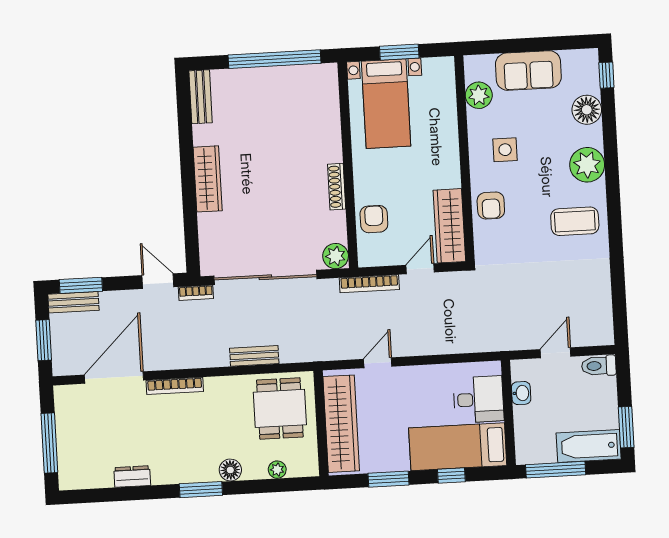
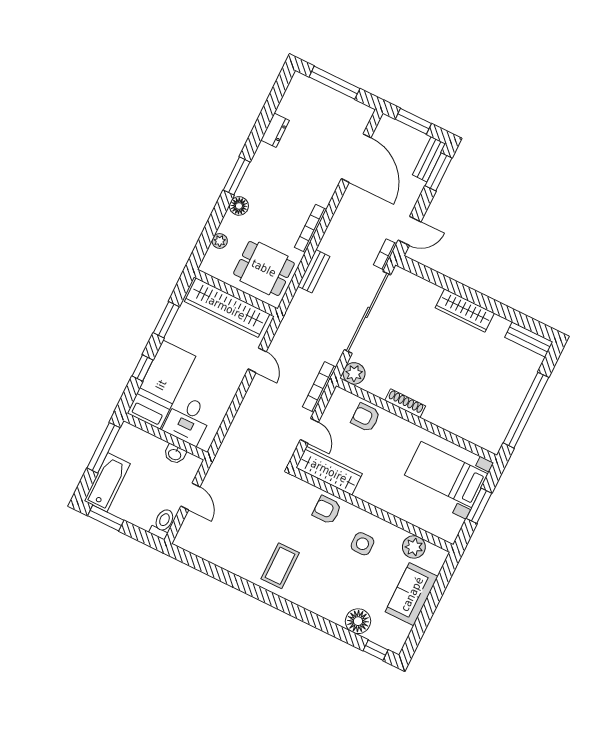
plant: (587, 165) -> (317, 598), removed
armchair: (374, 219) -> (366, 417), turned 180
bookcase: (175, 386) -> (311, 228), moved

